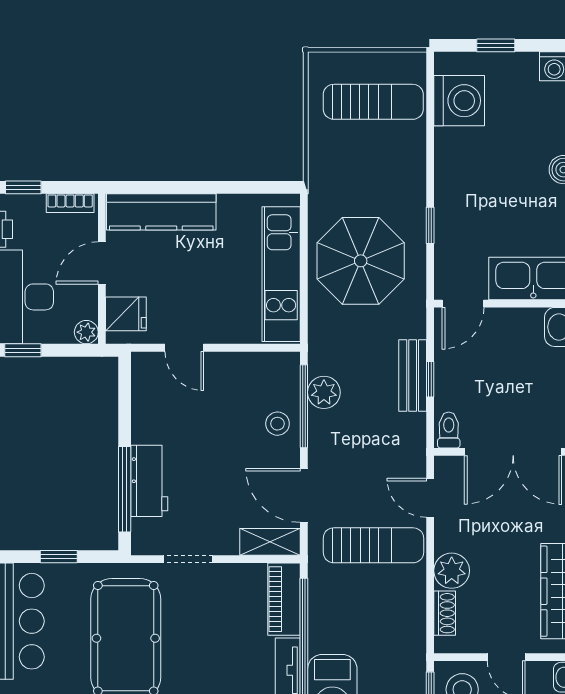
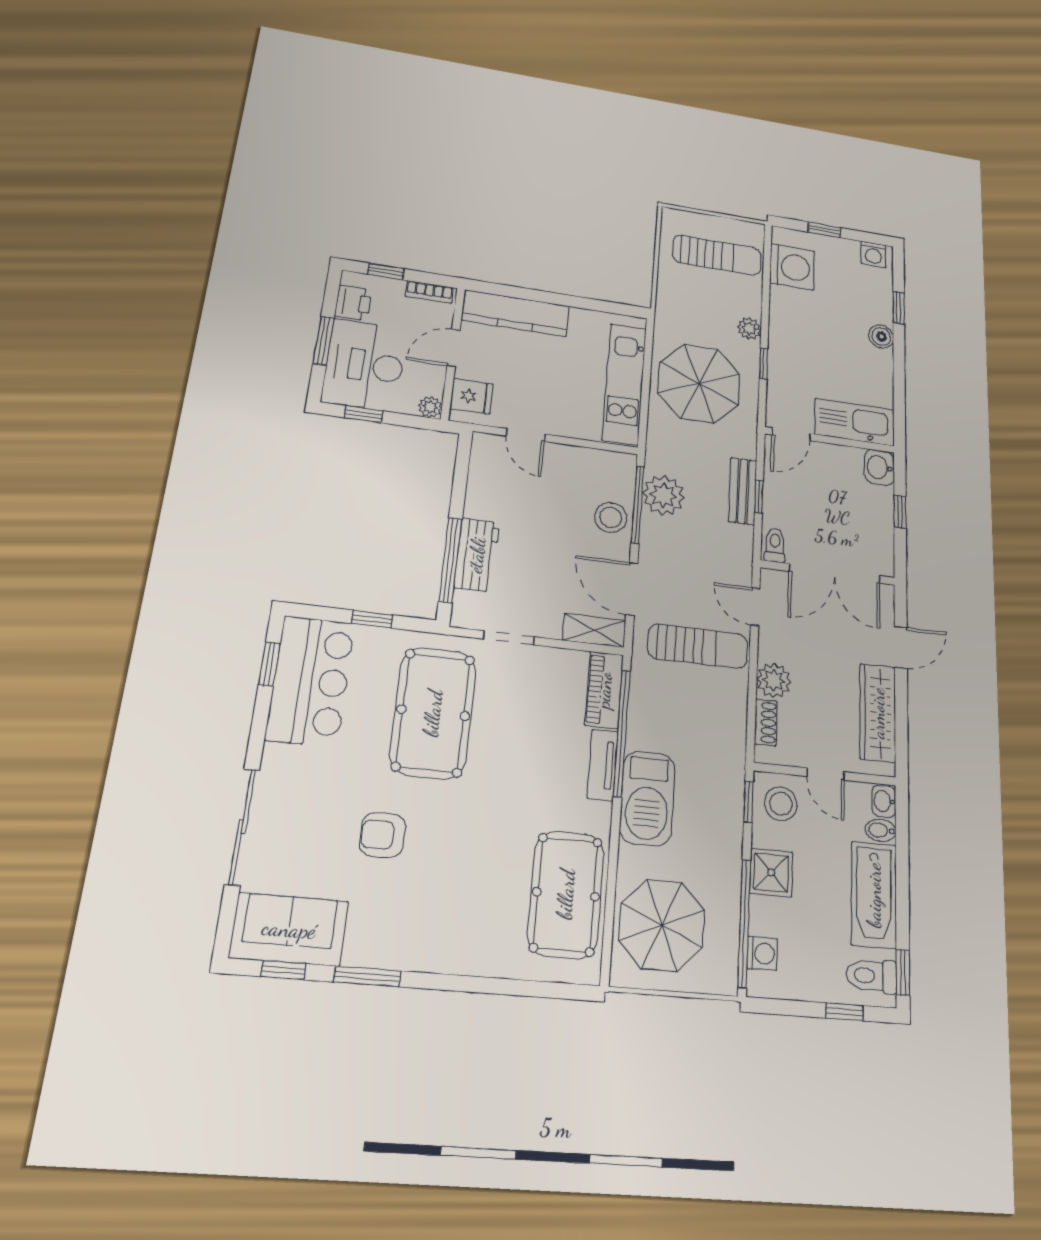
plant: (413, 186) -> (749, 328), added
plant: (324, 392) -> (663, 495), width x1.36, depth x1.36
stool: (277, 424) -> (611, 517), width x1.37, depth x1.37

